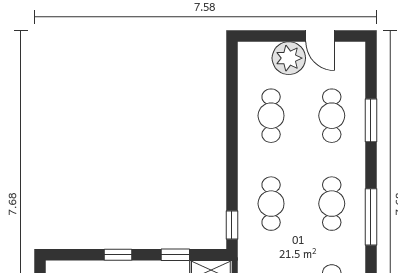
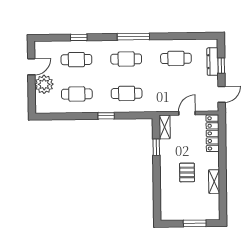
window: (371, 120) -> (79, 37), width x0.67
window: (232, 225) -> (106, 116), moved
window: (118, 255) -> (157, 180), removed

